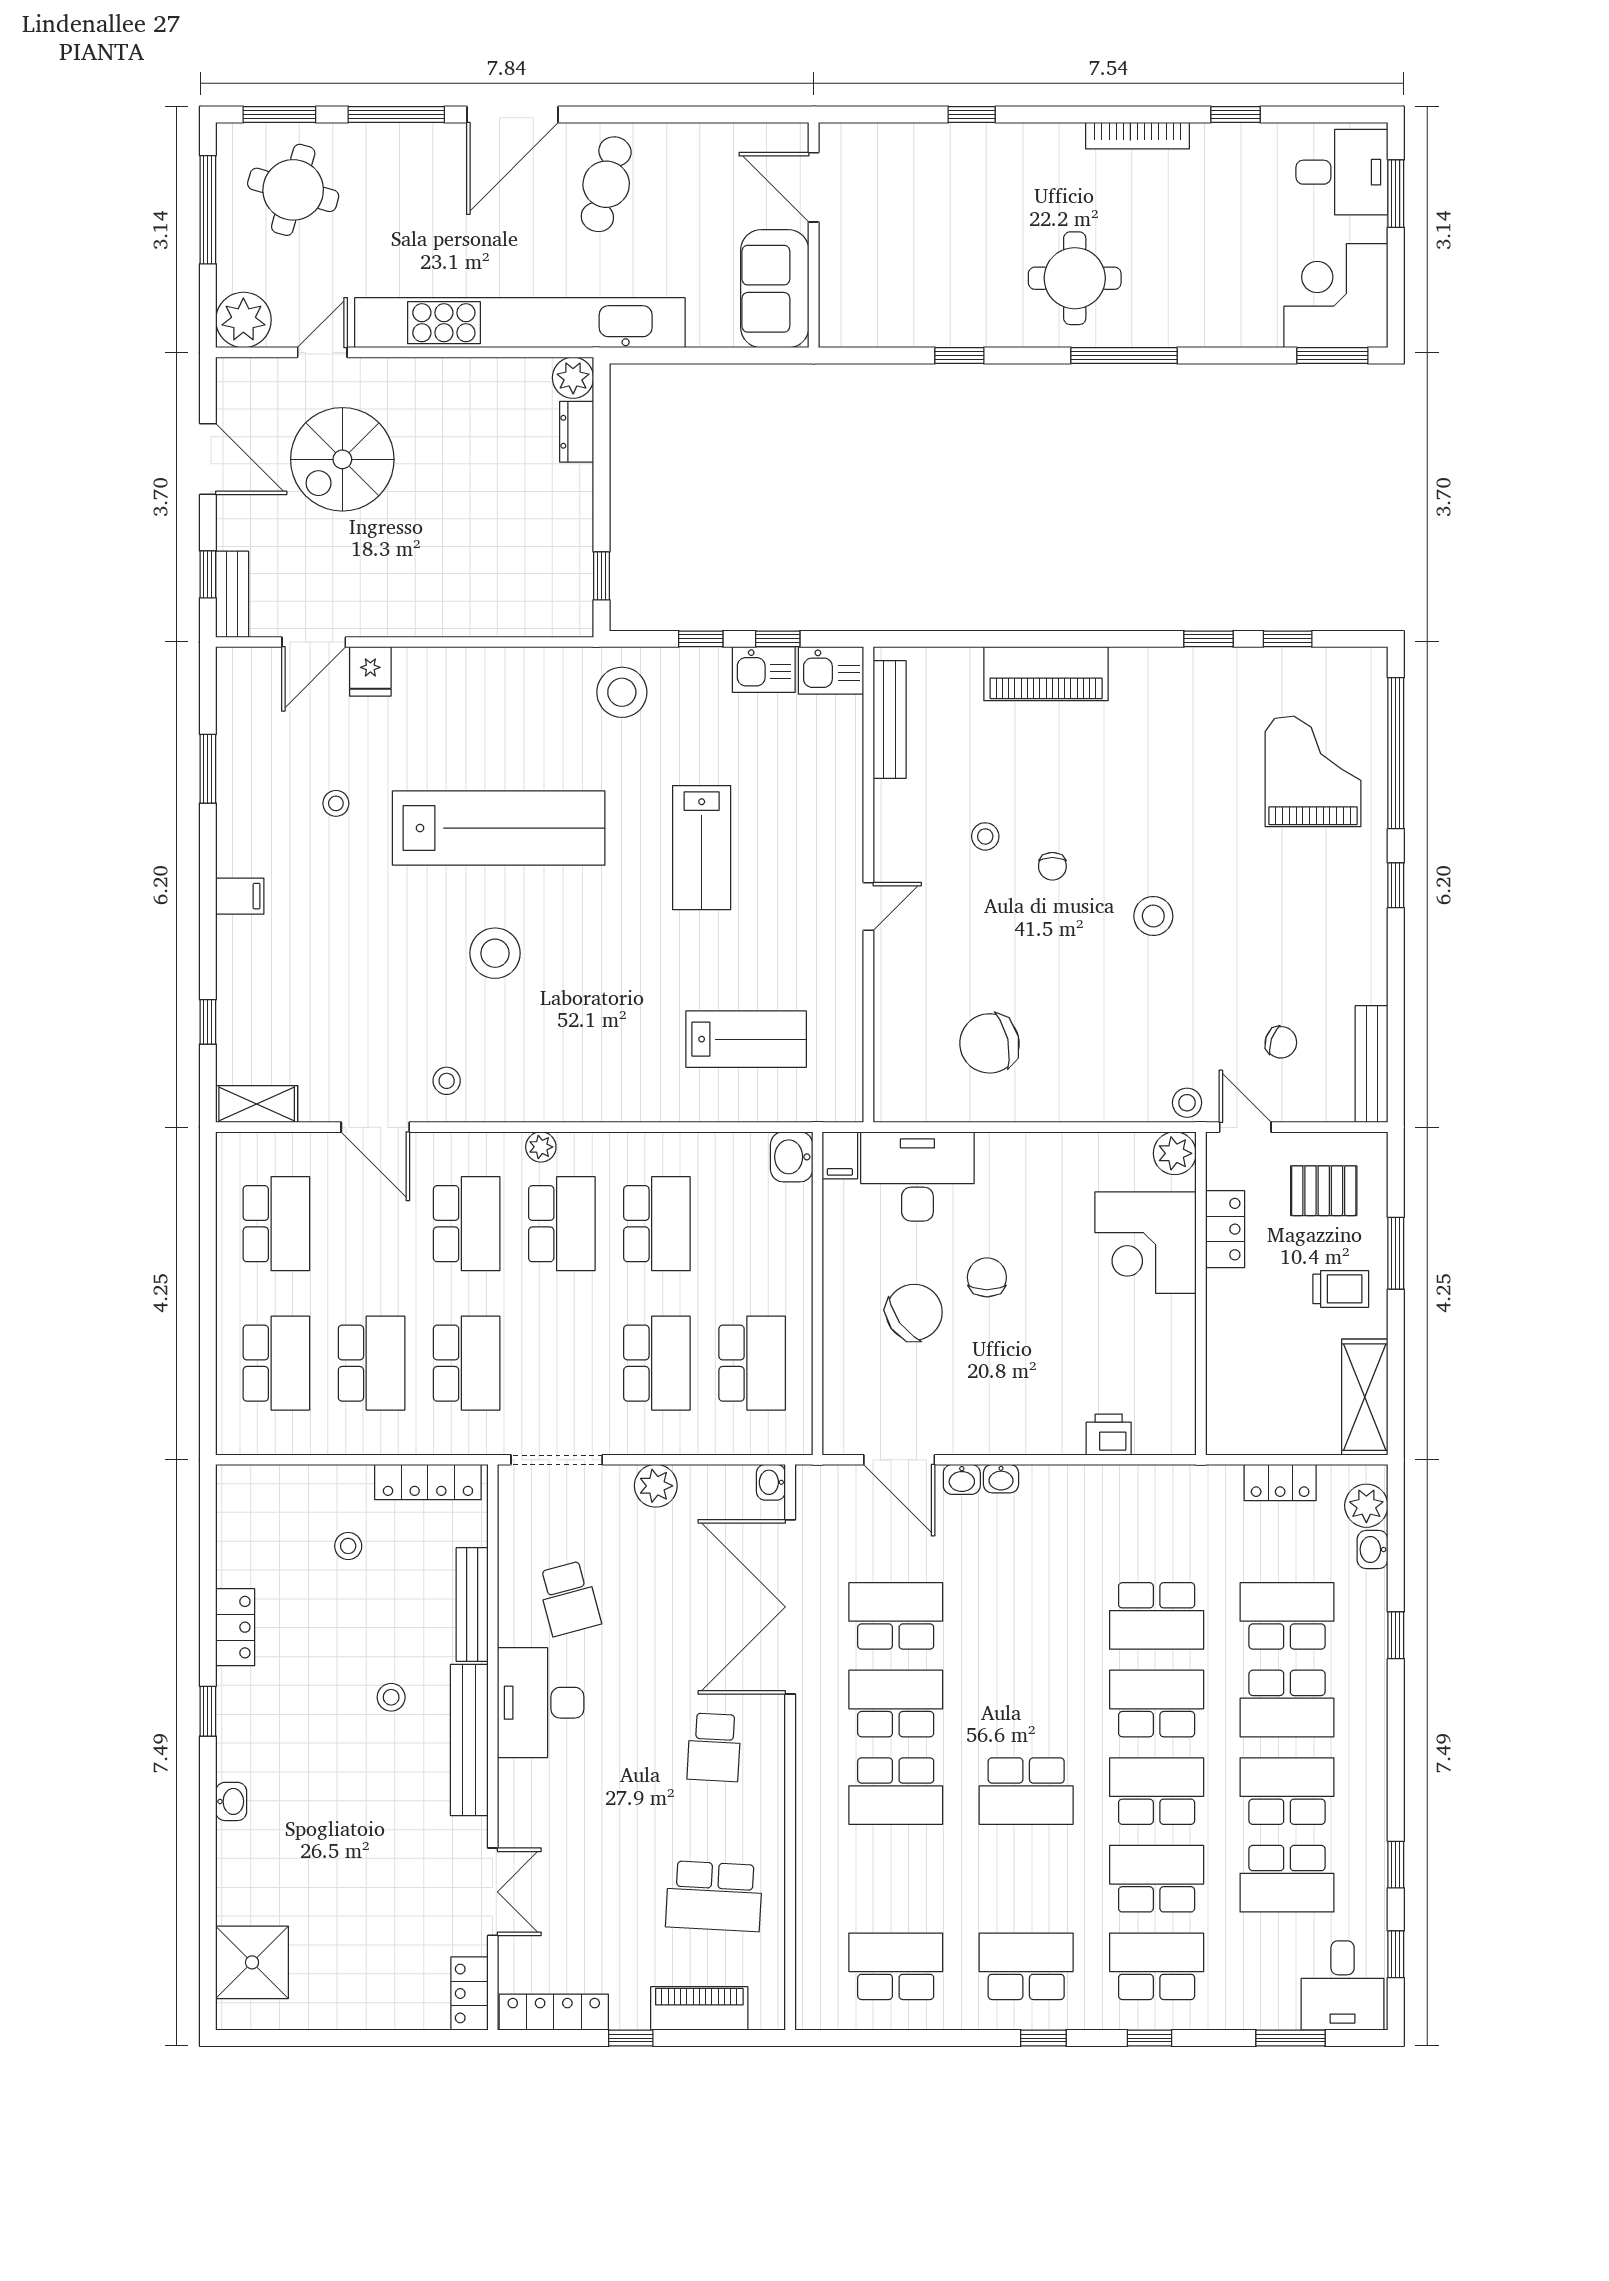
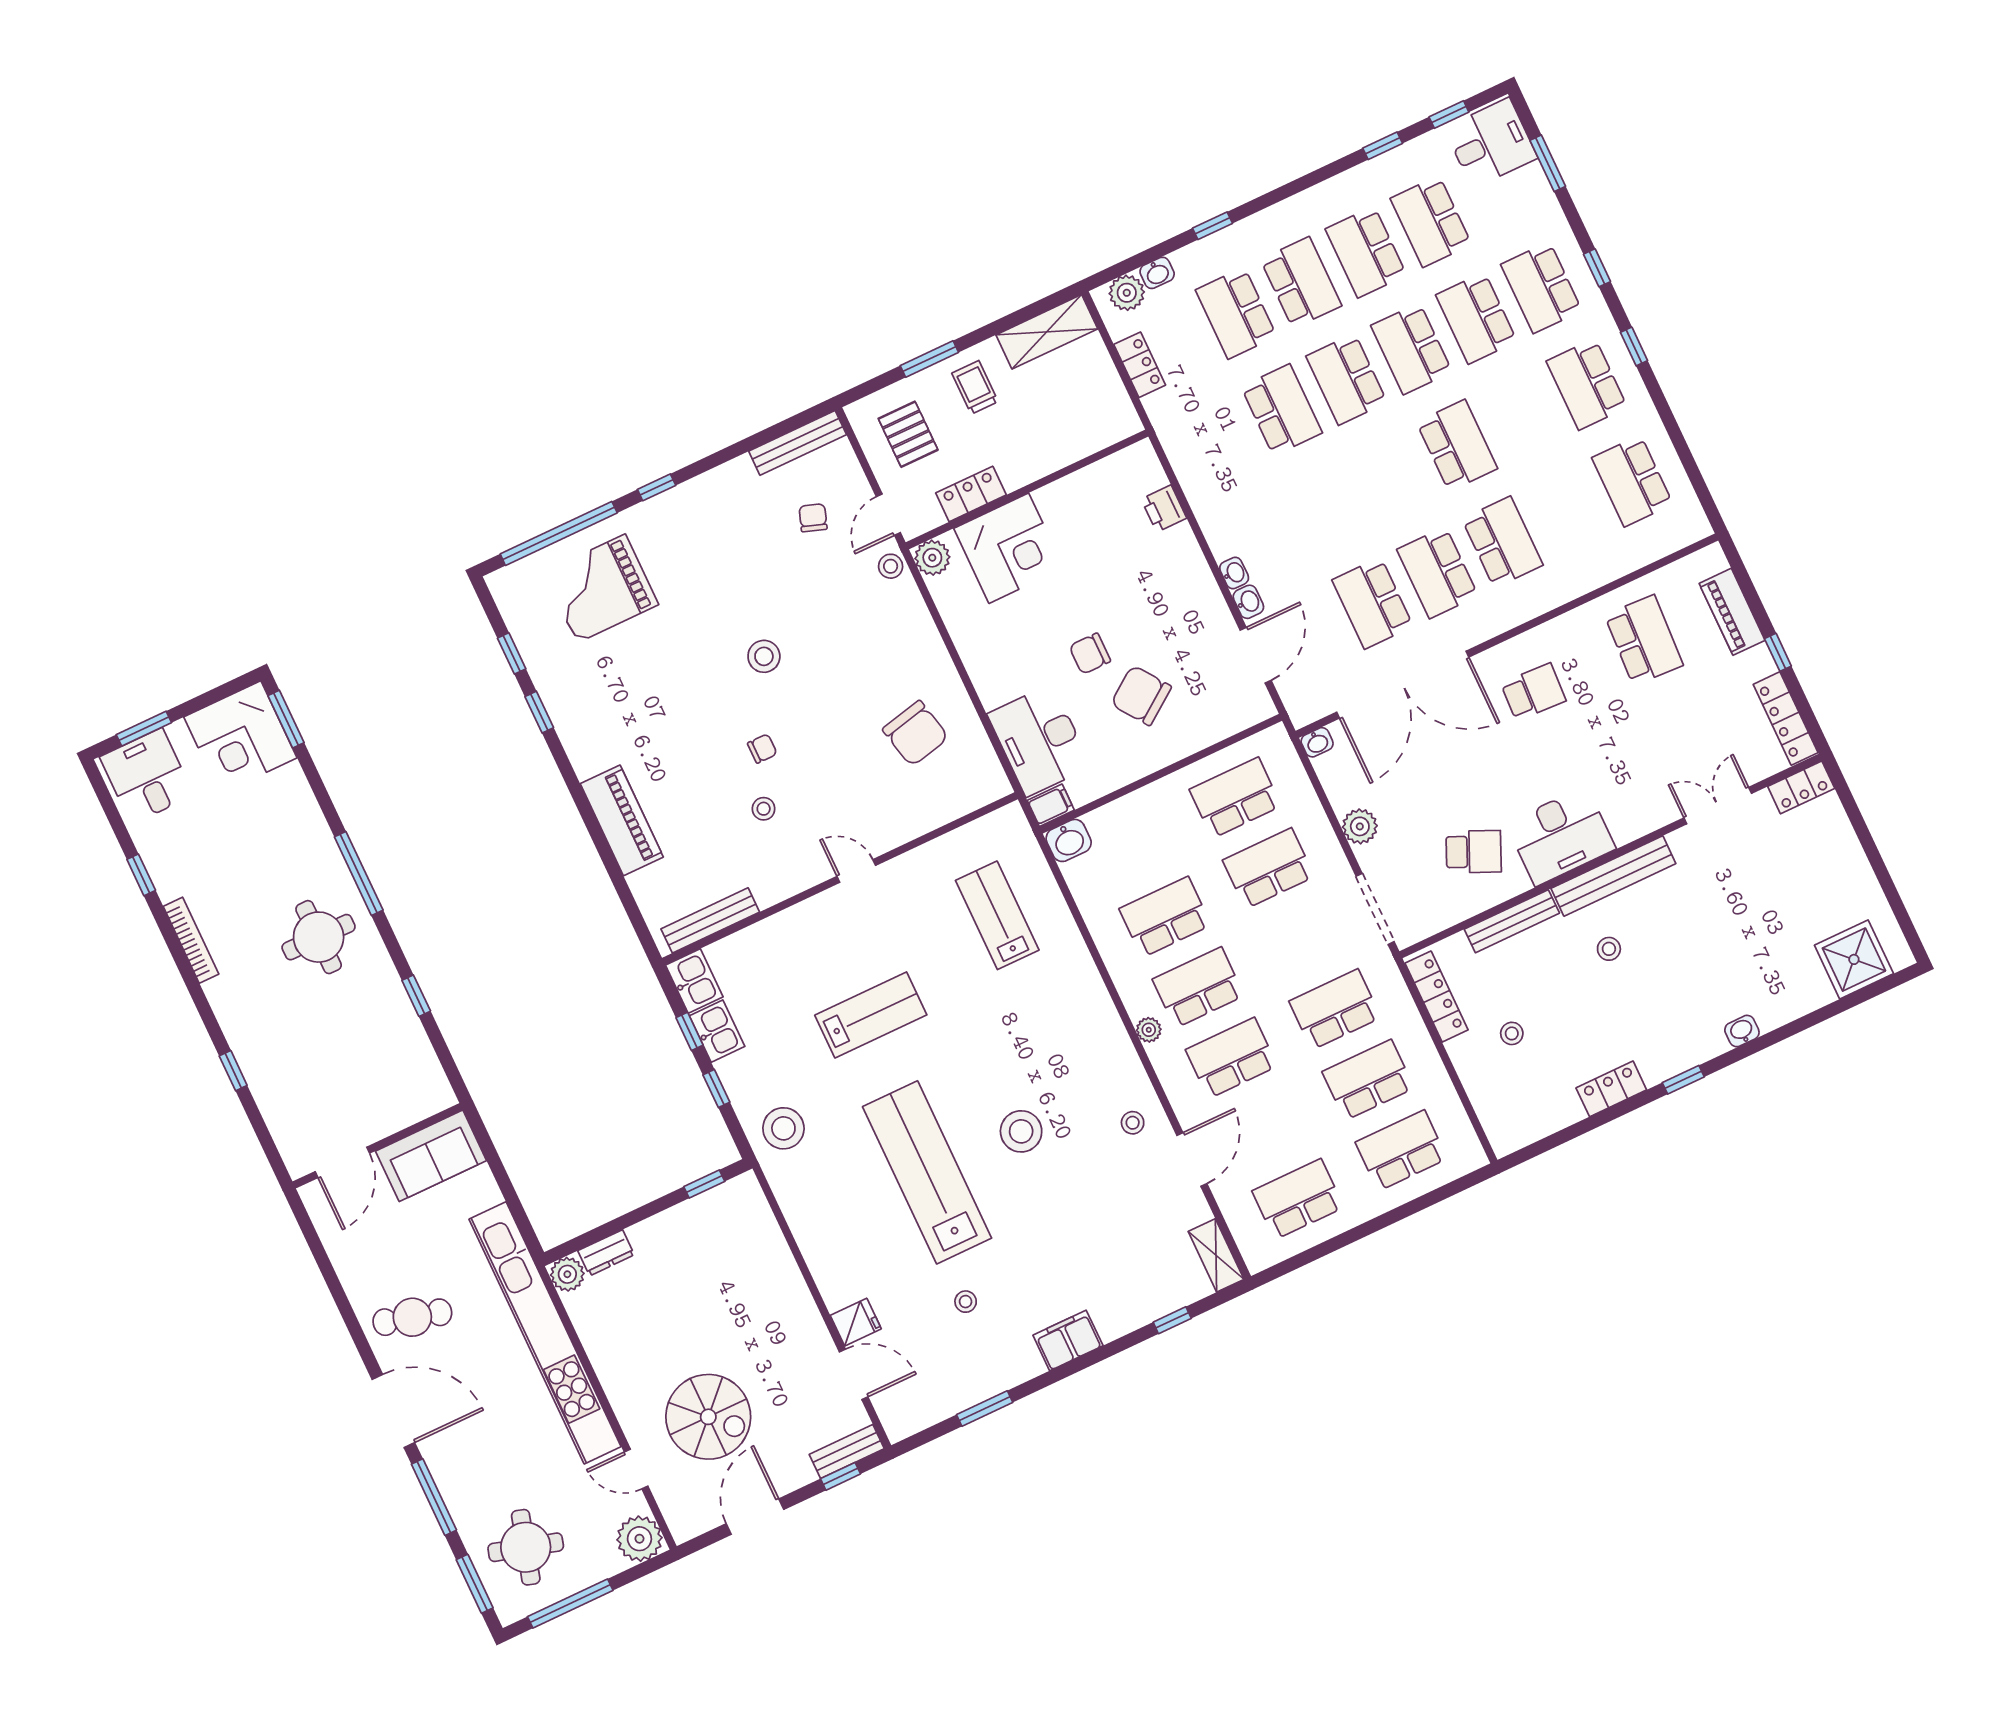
filing cabinet: (240, 896) -> (1068, 1340), width x2.00
school desk: (569, 1598) -> (1474, 852), turned 39
school desk: (1287, 1879) -> (1431, 221), turned 180

